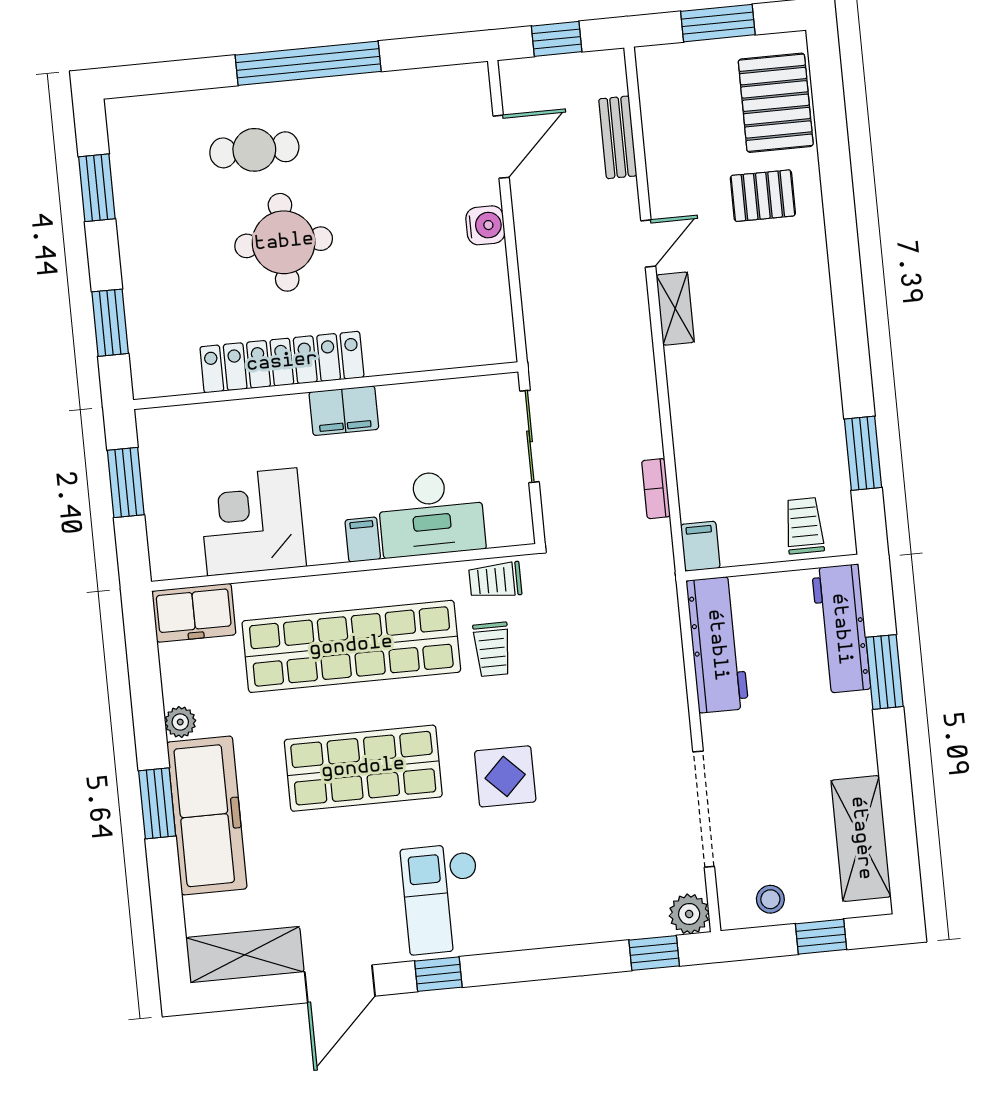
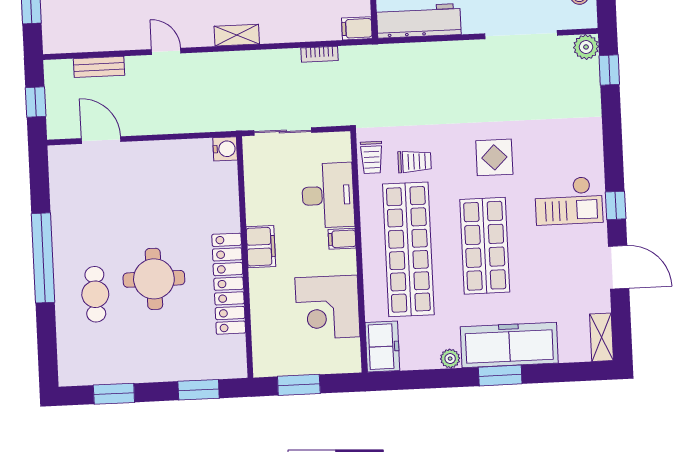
water cooler: (485, 225) -> (225, 149), moved, turned 90
shelving: (675, 309) -> (237, 35), moved
shelving: (245, 955) -> (602, 337), width x0.67, depth x0.75

